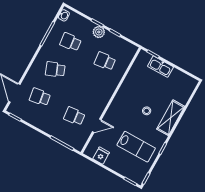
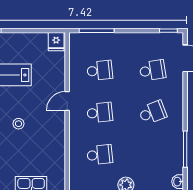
school desk: (70, 42) -> (100, 113), moved
door: (97, 126) -> (67, 101), moved
fridge: (101, 156) -> (56, 42), moved

